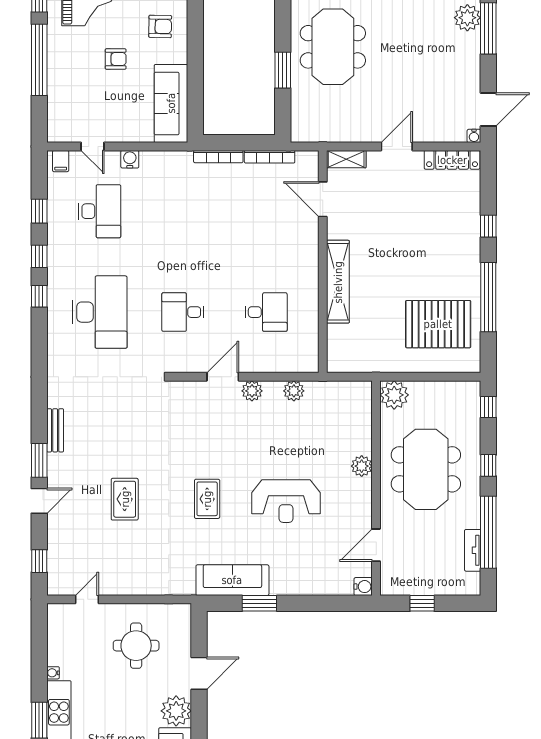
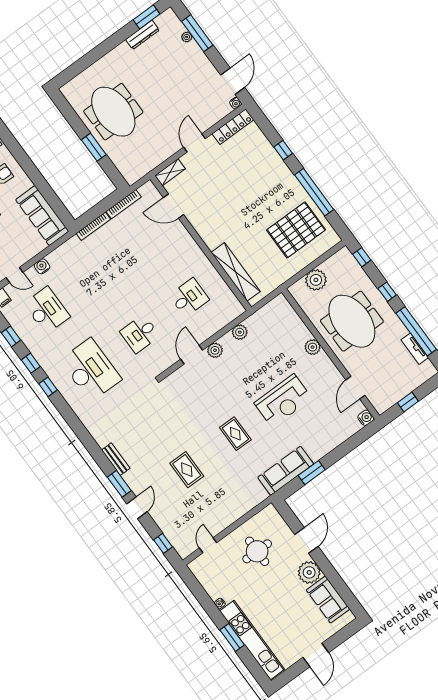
plant: (467, 18) -> (187, 37), width x0.53, depth x0.53
shelving: (338, 282) -> (236, 272), moved
plant: (394, 395) -> (316, 280), moved

